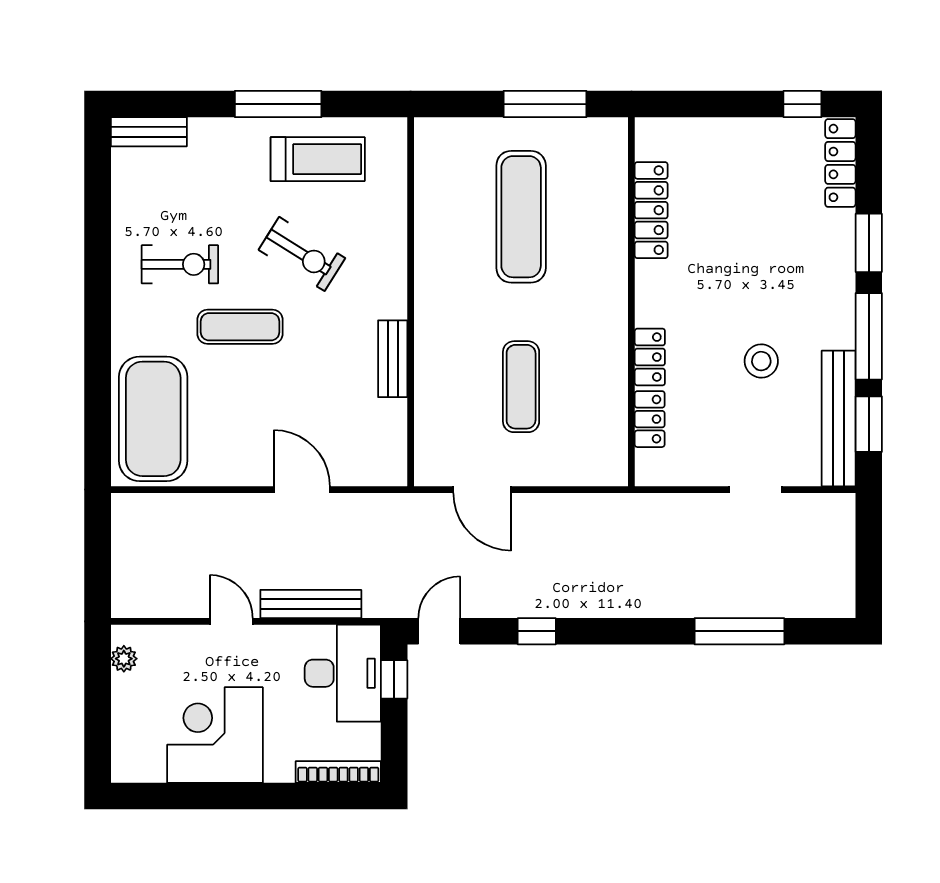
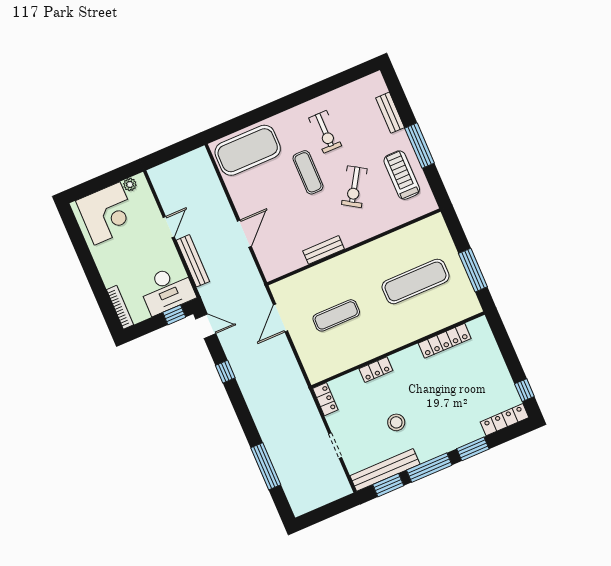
bench: (149, 132) -> (390, 113), moved
treadmill: (318, 159) -> (402, 175), turned 180
locker: (650, 419) -> (325, 399), moved, turned -90
corner desk: (215, 735) -> (107, 213), moved, turned 90

